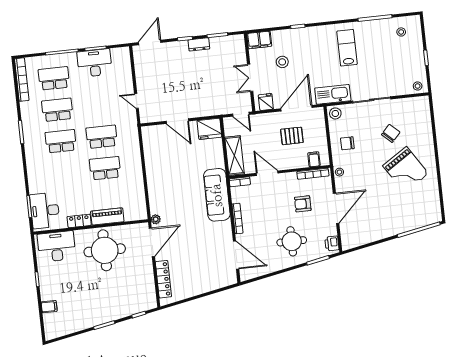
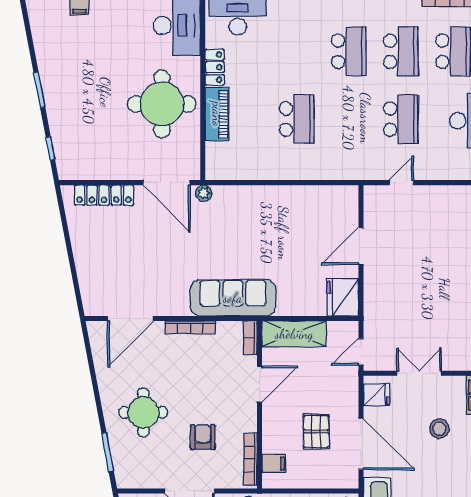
school desk: (102, 137) -> (401, 119), moved
printer: (332, 243) -> (133, 478), removed

